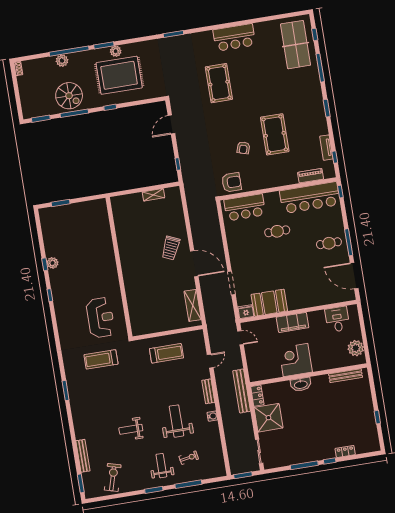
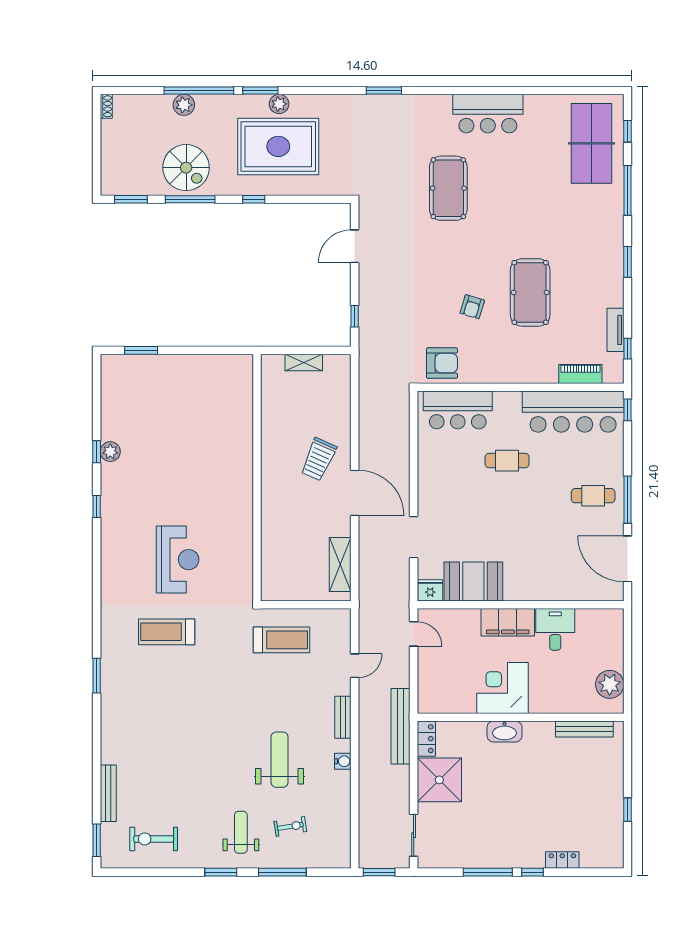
wall: (119, 267) -> (257, 478), moved
desk: (337, 319) -> (555, 629), moved
weight bench: (131, 429) -> (198, 761), removed
exercise bike: (113, 477) -> (154, 839), turned -106

